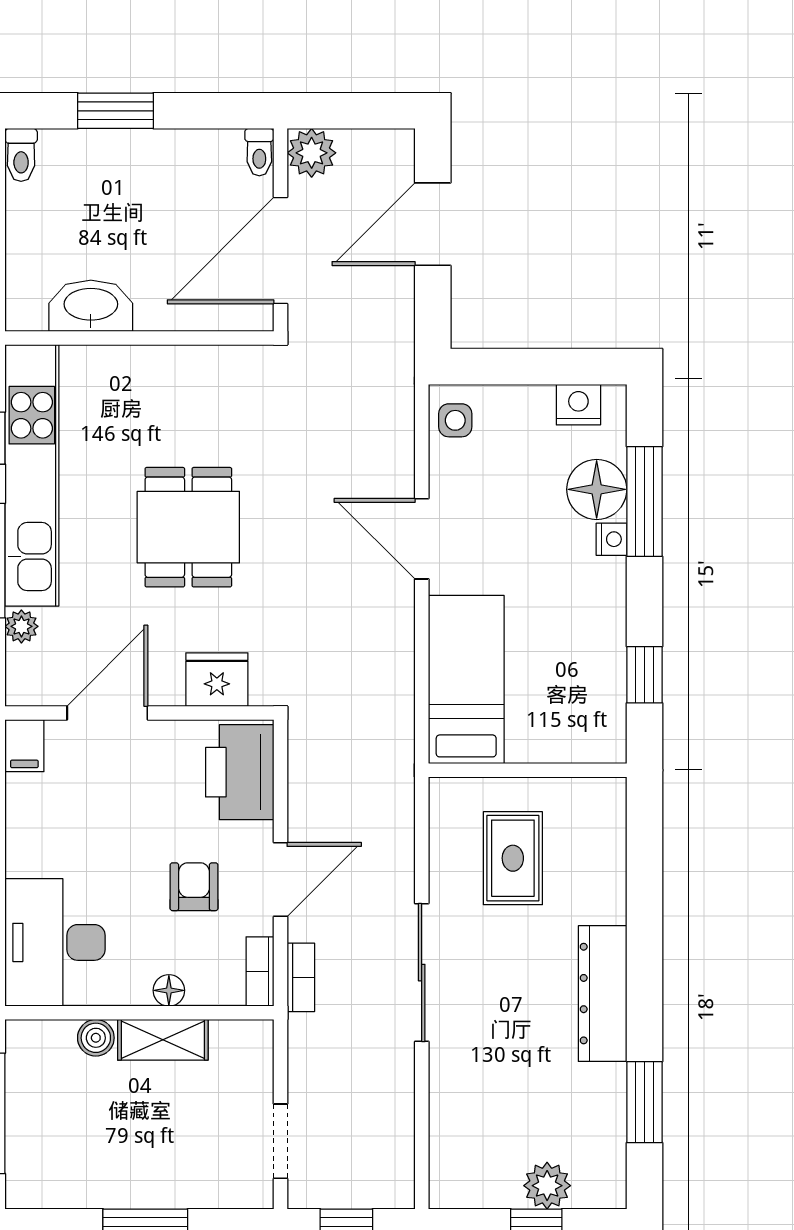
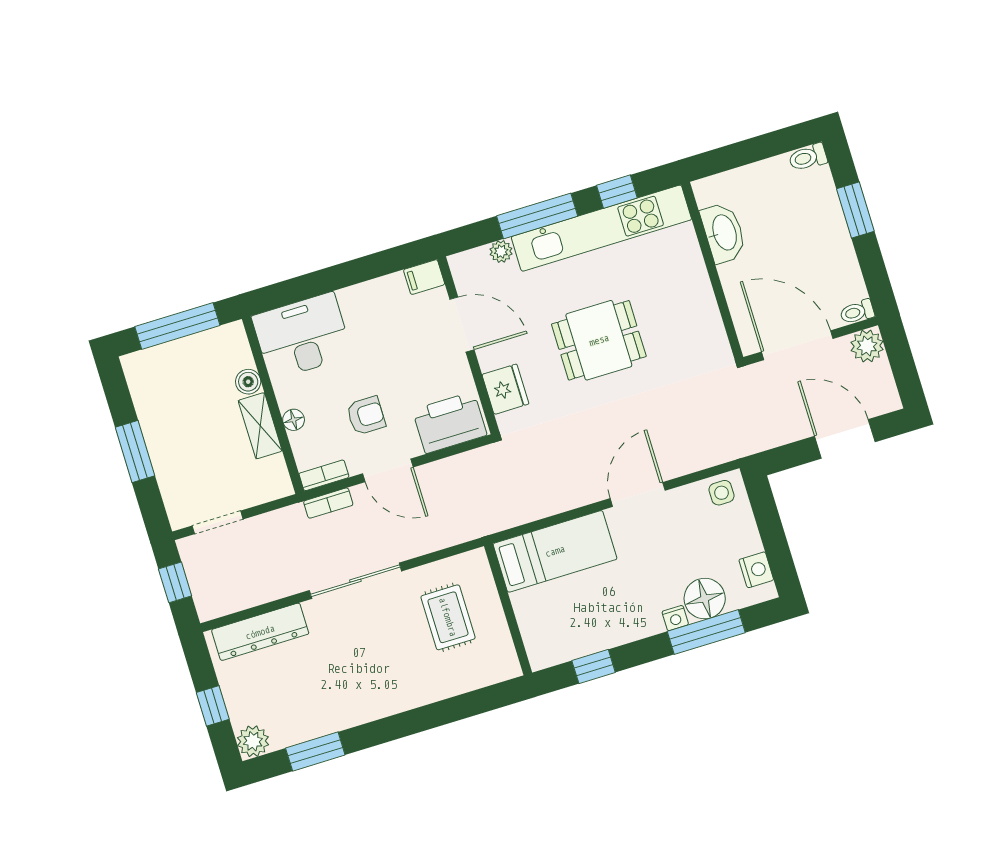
rug: (513, 858) -> (448, 617), turned 90
dresser: (603, 994) -> (260, 632), moved, turned 180
plant: (547, 1186) -> (253, 741), moved

